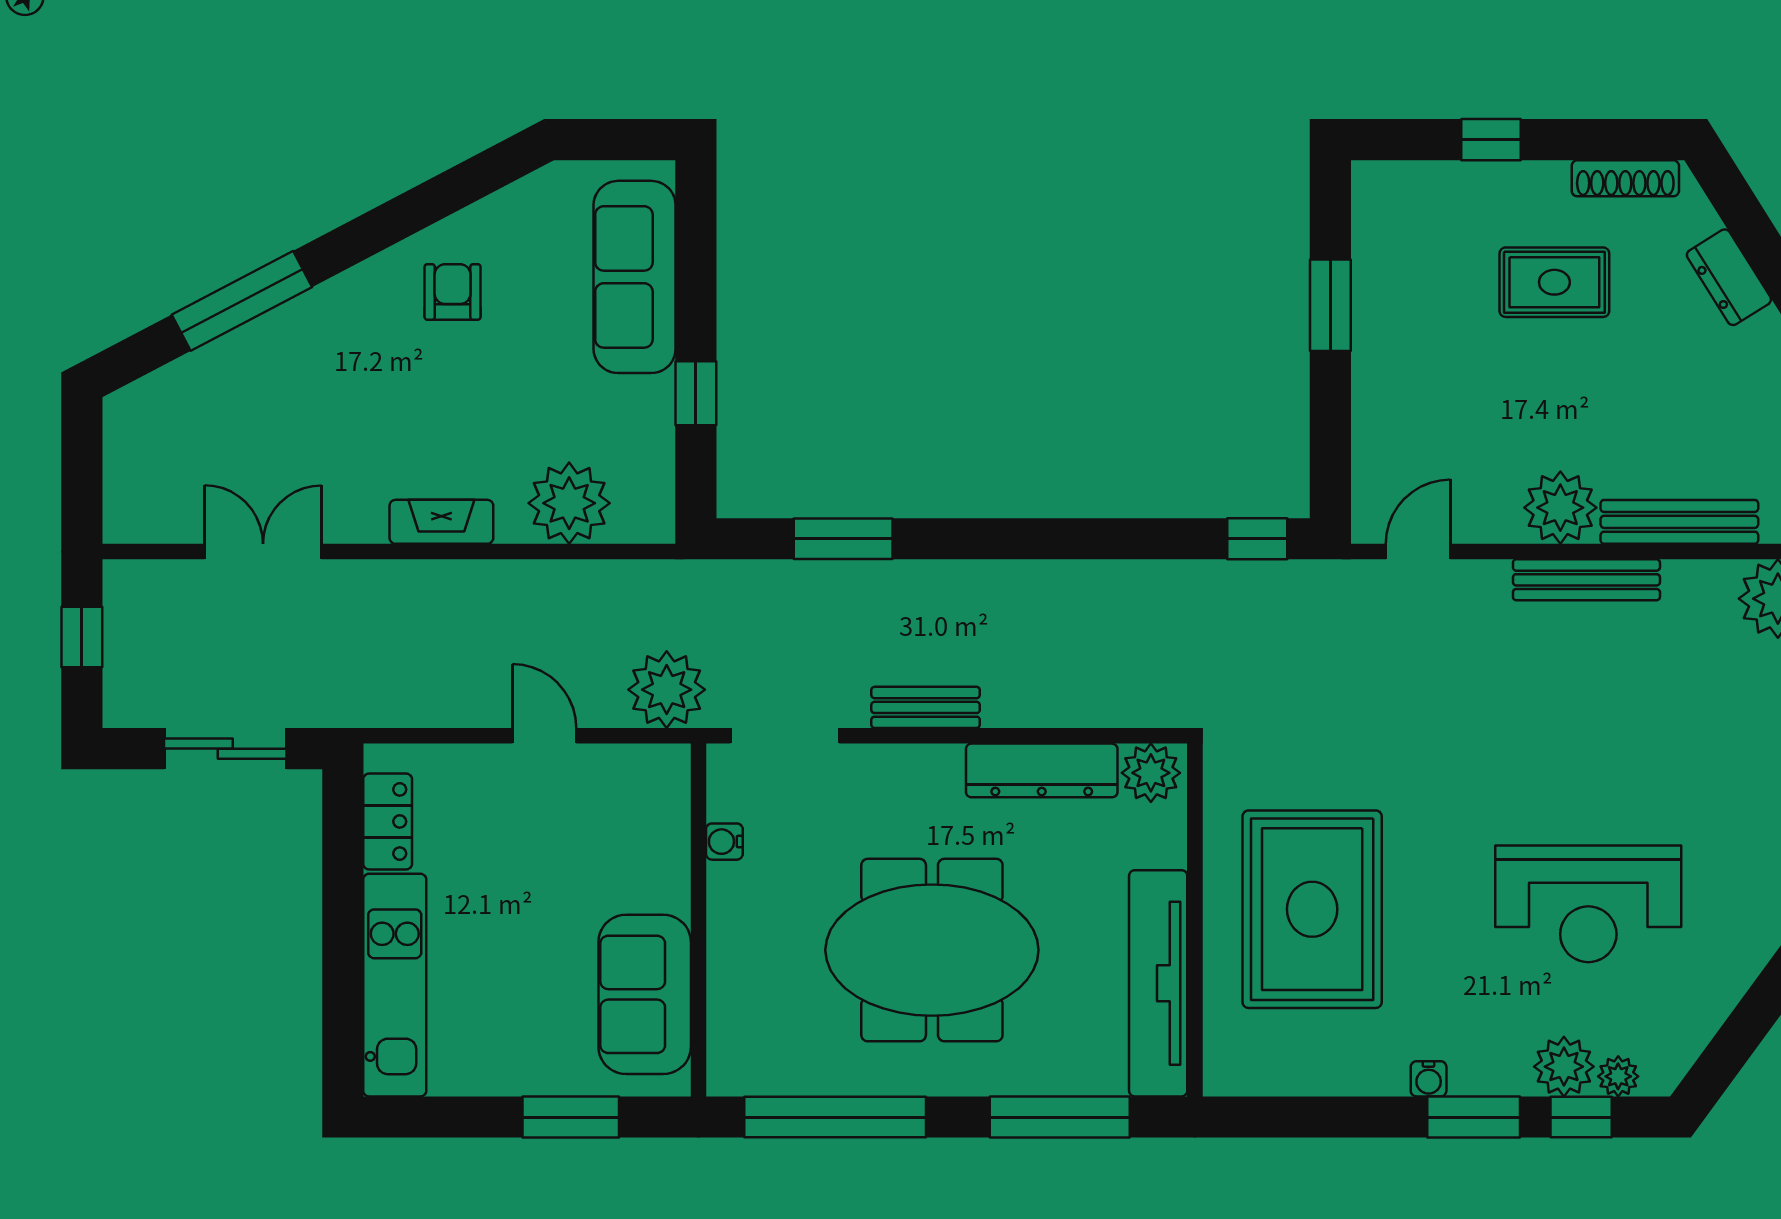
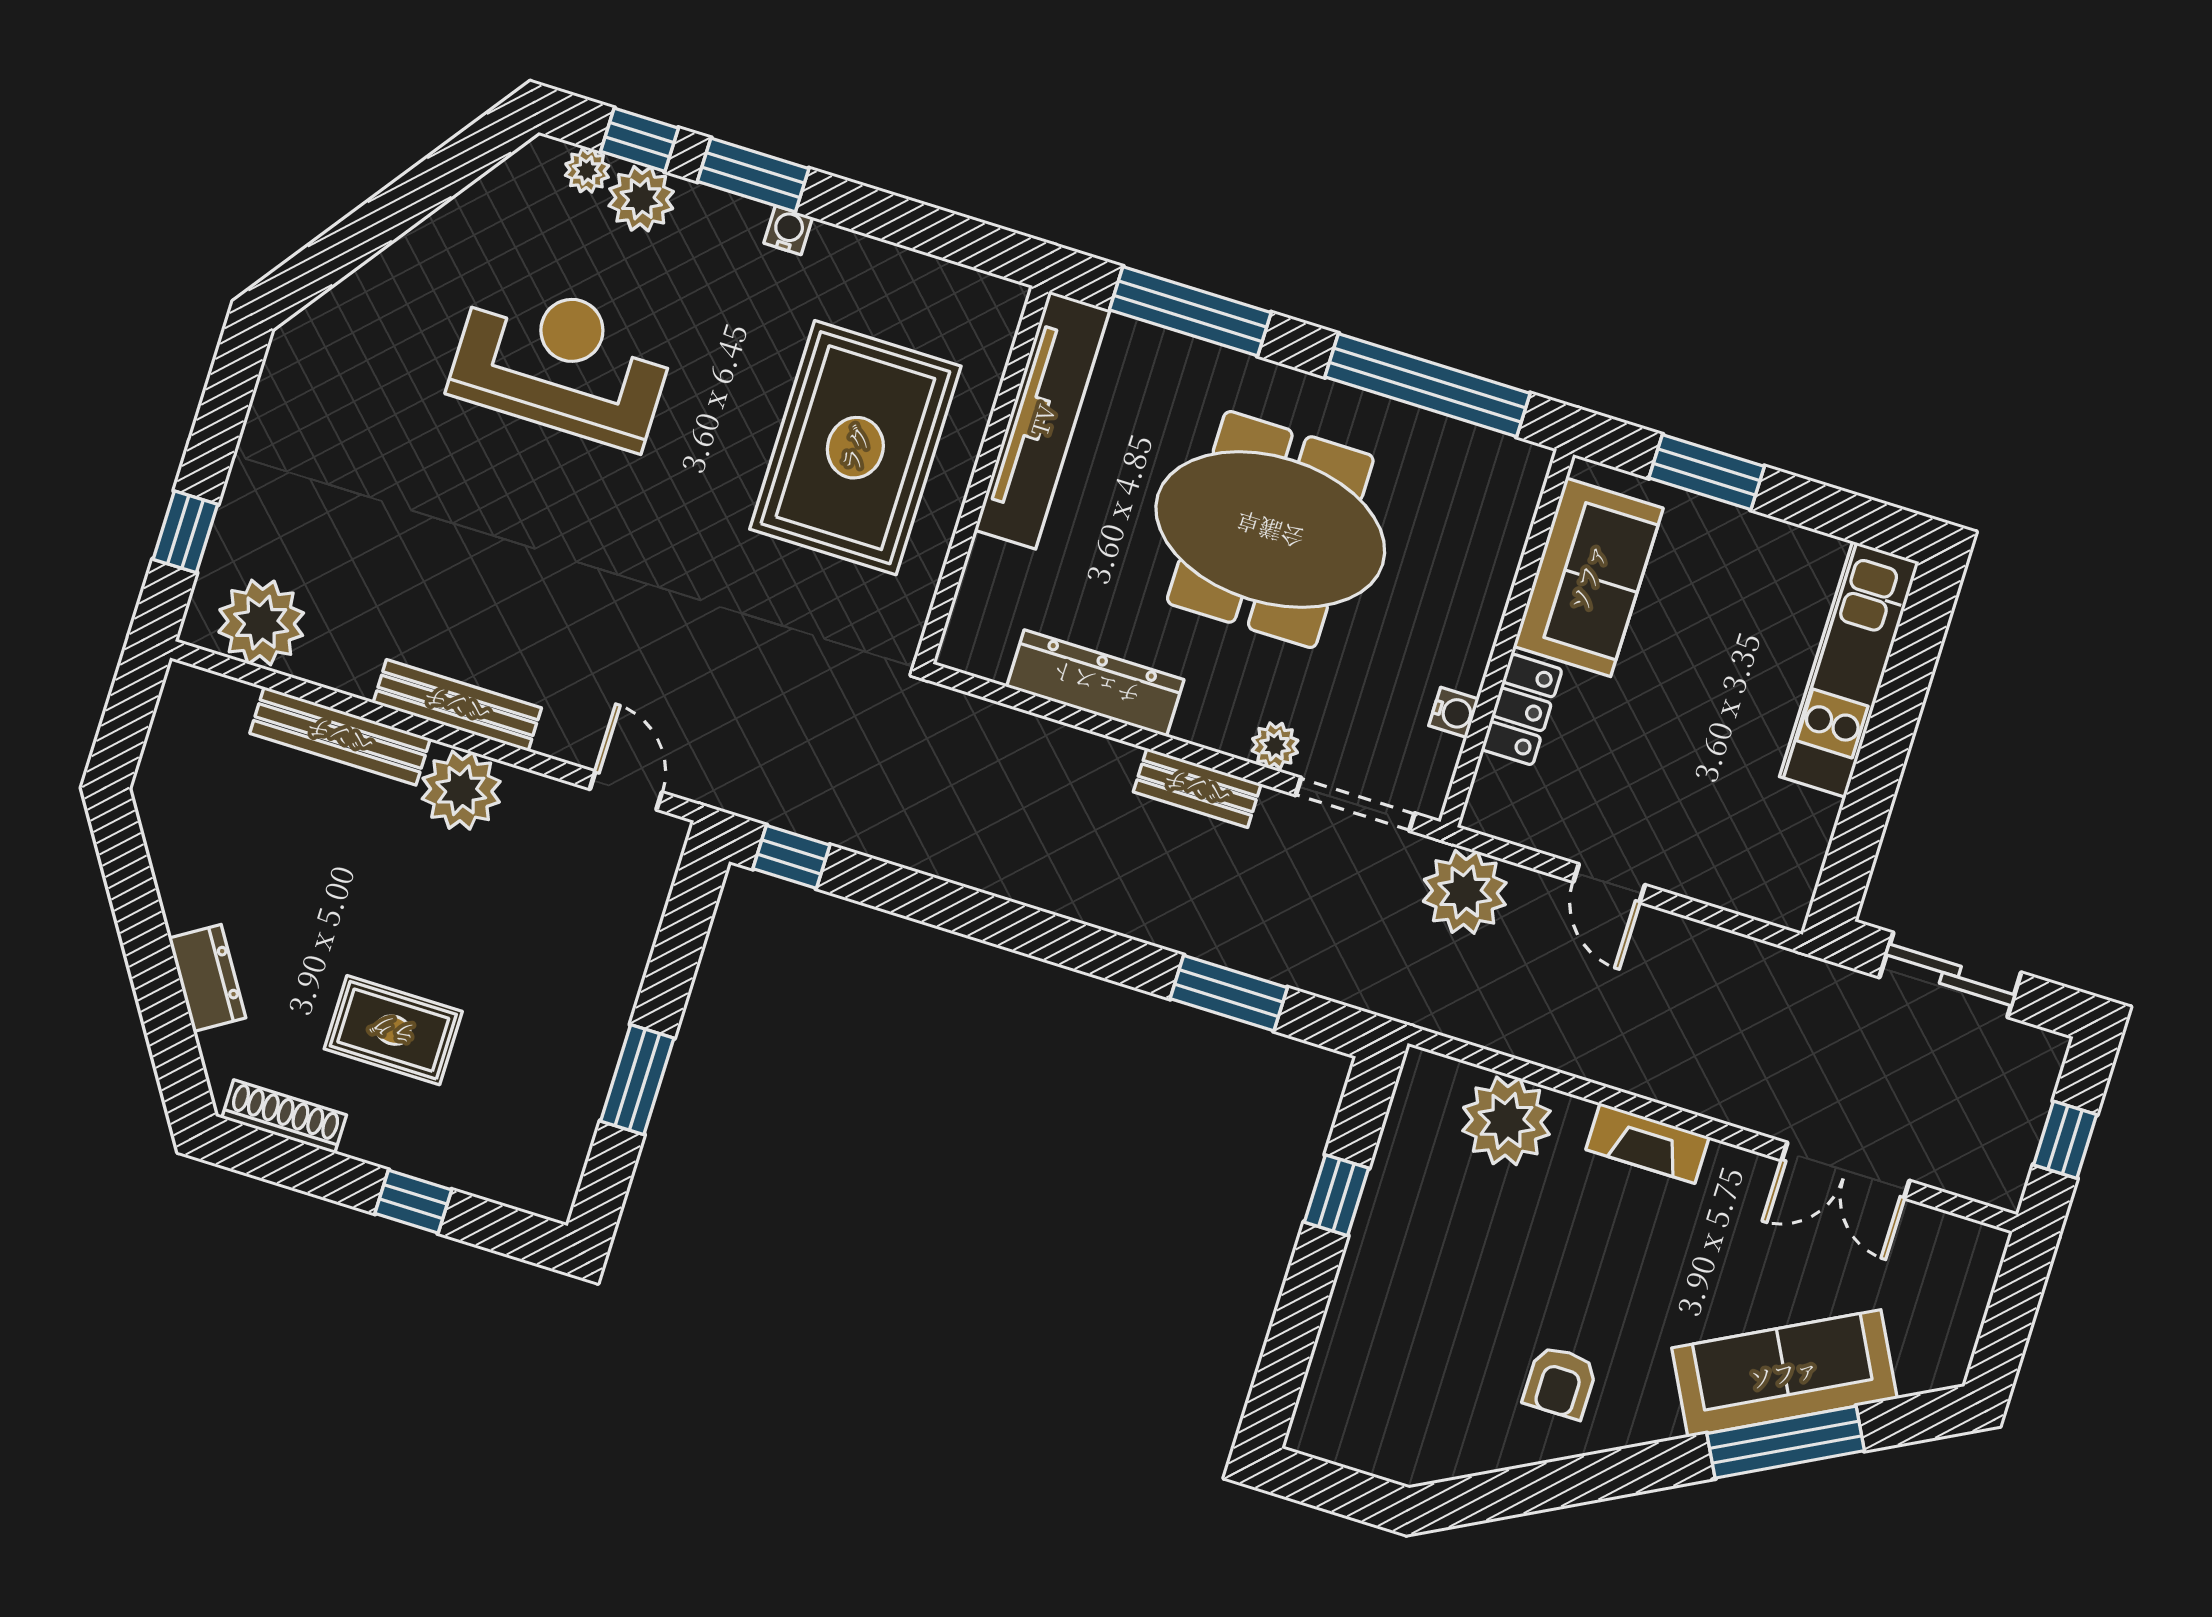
sofa: (635, 277) -> (1784, 1373), moved, turned -118
door: (1418, 552) -> (626, 791), swing flipped
plant: (1151, 773) -> (1275, 746), moved, width x0.73, depth x0.73
locker: (388, 821) -> (1522, 709), moved, turned 180

